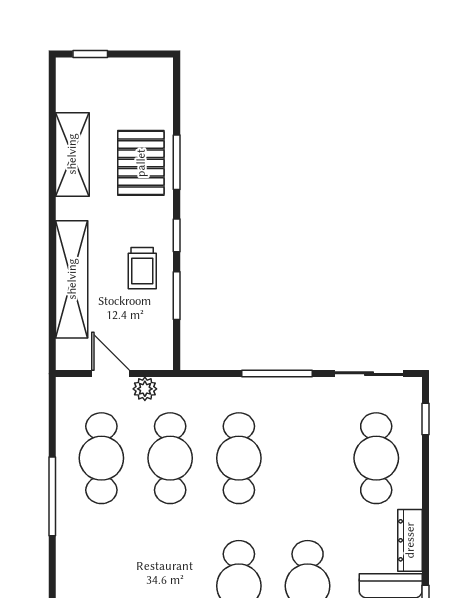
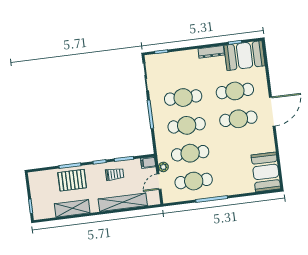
filing cabinet: (160, 353) -> (148, 162), added
cafe table: (376, 458) -> (183, 98), moved

